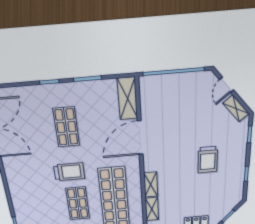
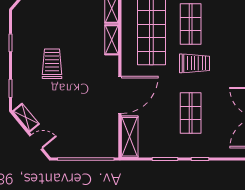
door: (226, 85) -> (36, 142), hinge flipped
trolley: (69, 172) -> (195, 63), turned 180

